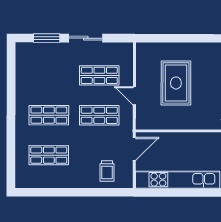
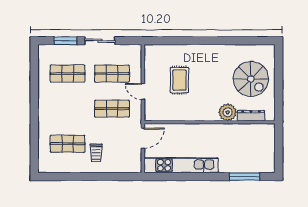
rug: (176, 83) -> (179, 80), width x0.73, depth x0.70
shop shelf: (49, 115) -> (68, 74), moved
trolley: (107, 171) -> (96, 153), moved

